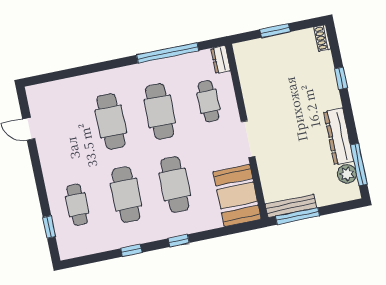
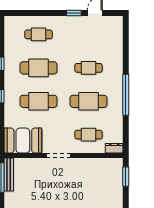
window: (275, 31) -> (126, 177), moved
window: (168, 53) -> (126, 95), moved
cafe table: (111, 121) -> (89, 68), width x0.73, depth x0.74
window: (49, 227) -> (74, 13), moved

